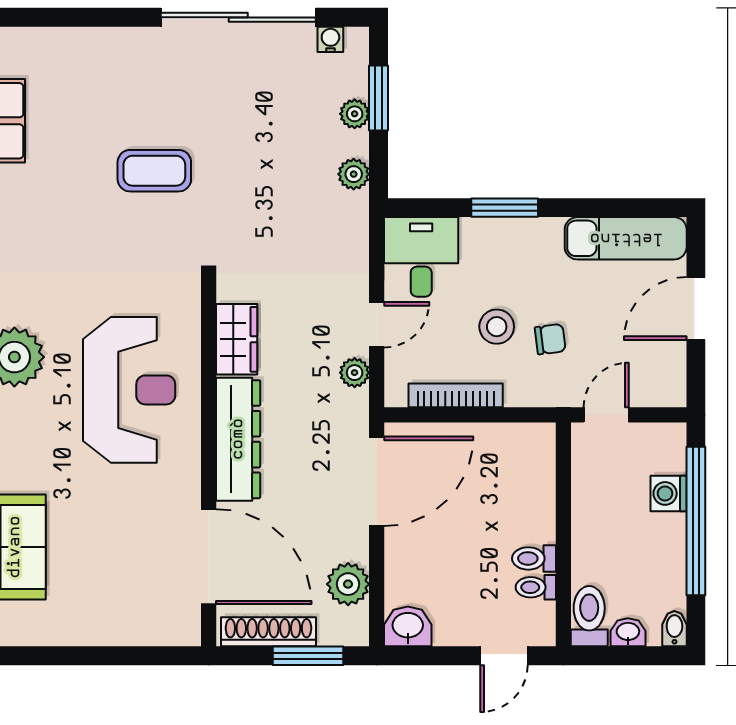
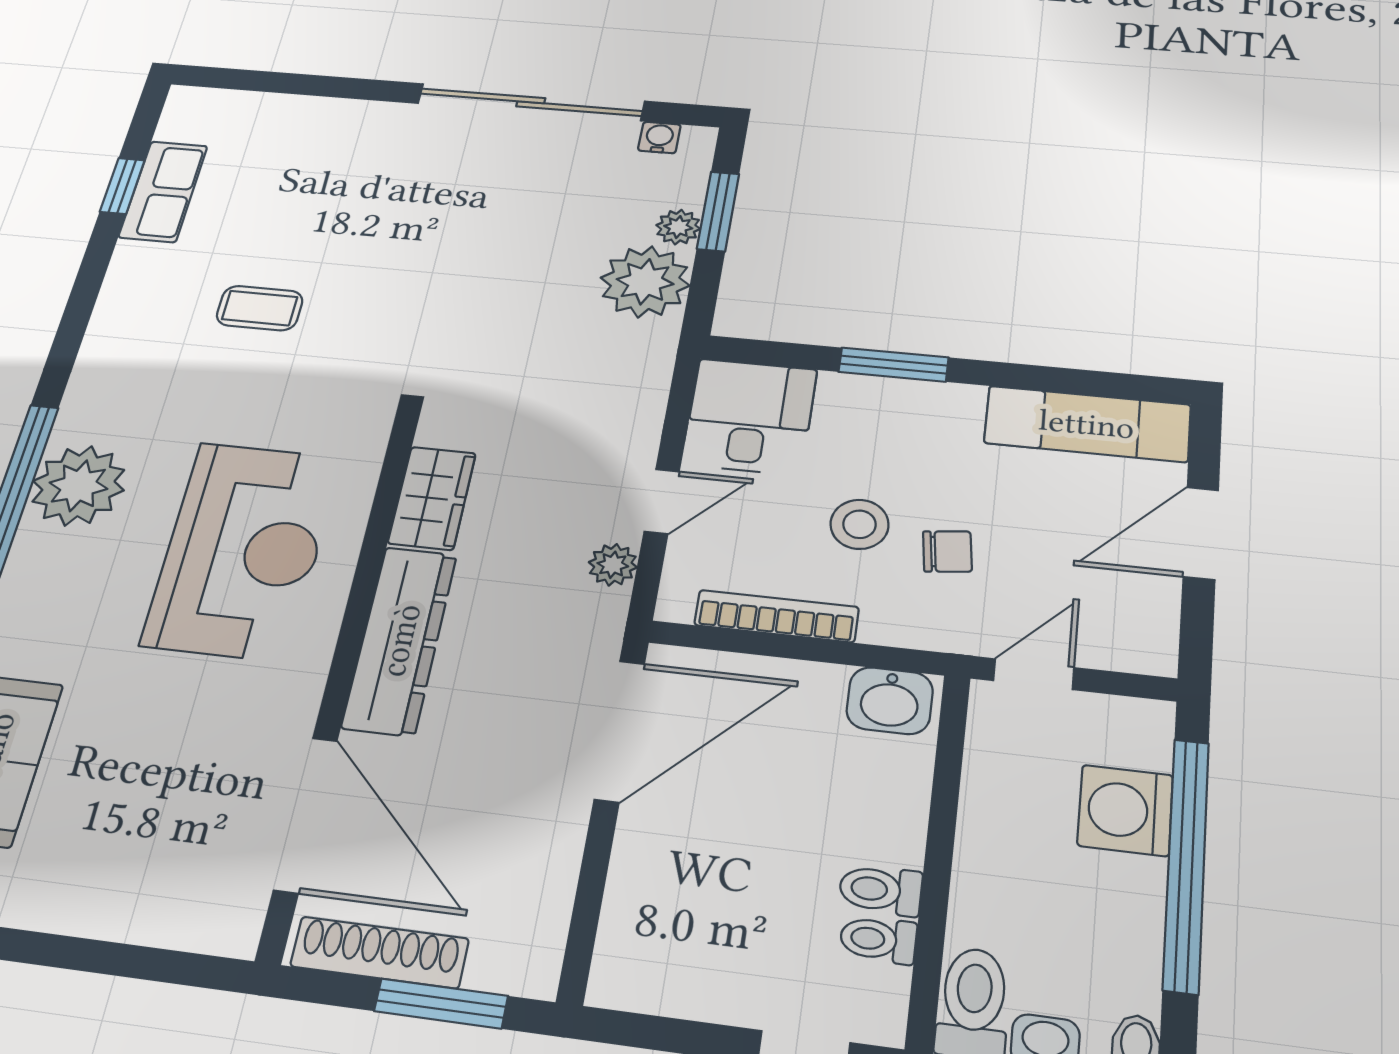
coffee table: (154, 171) -> (260, 308), moved, width x0.73, depth x0.77
plant: (354, 174) -> (645, 282), width x1.87, depth x1.87
washing machine: (669, 493) -> (1125, 810), width x1.38, depth x1.38
plant: (348, 584) -> (538, 890), removed
washbasin: (408, 626) -> (890, 701), moved, turned 180

